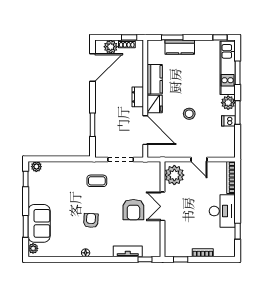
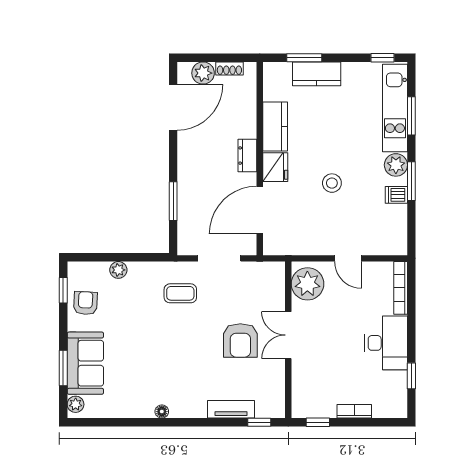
window: (129, 37) -> (233, 58), removed
door: (145, 130) -> (260, 210), swing flipped
plant: (36, 167) -> (118, 270), moved
armchair: (91, 220) -> (85, 303), moved

